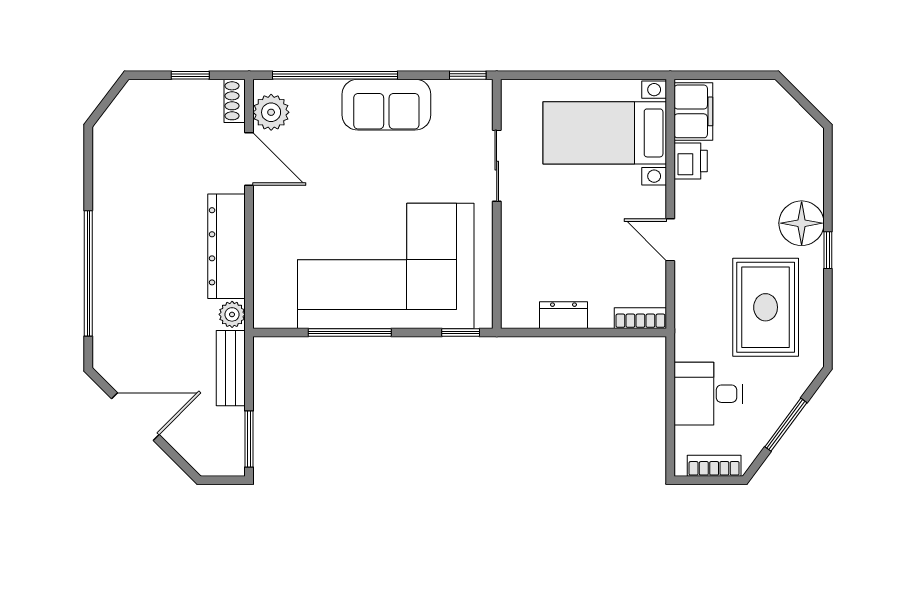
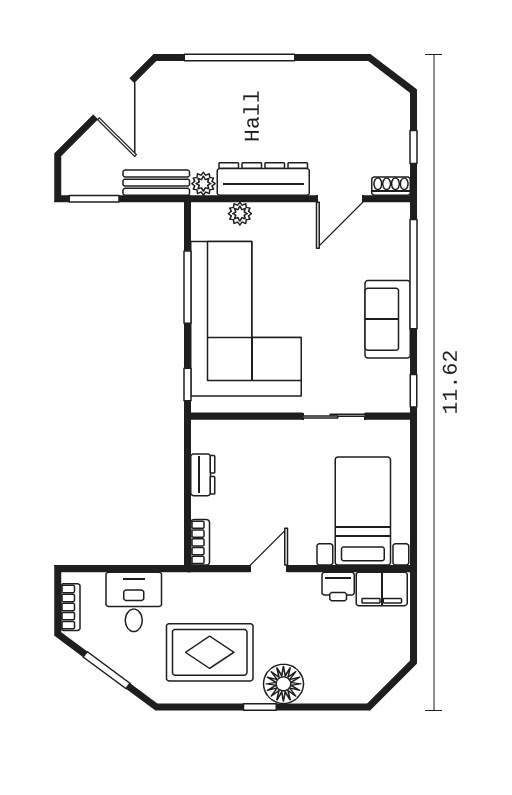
plant: (271, 112) -> (240, 214), moved, width x0.73, depth x0.73

